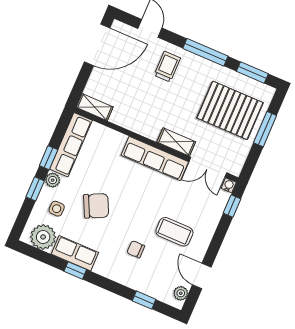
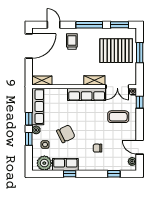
coffee table: (174, 232) -> (118, 117), moved

